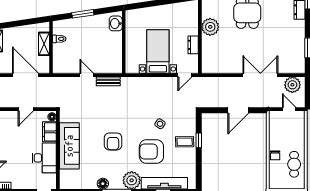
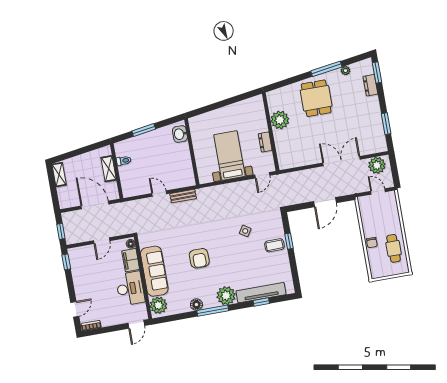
armchair: (151, 151) -> (241, 262), removed
plant: (68, 178) -> (158, 305), added

